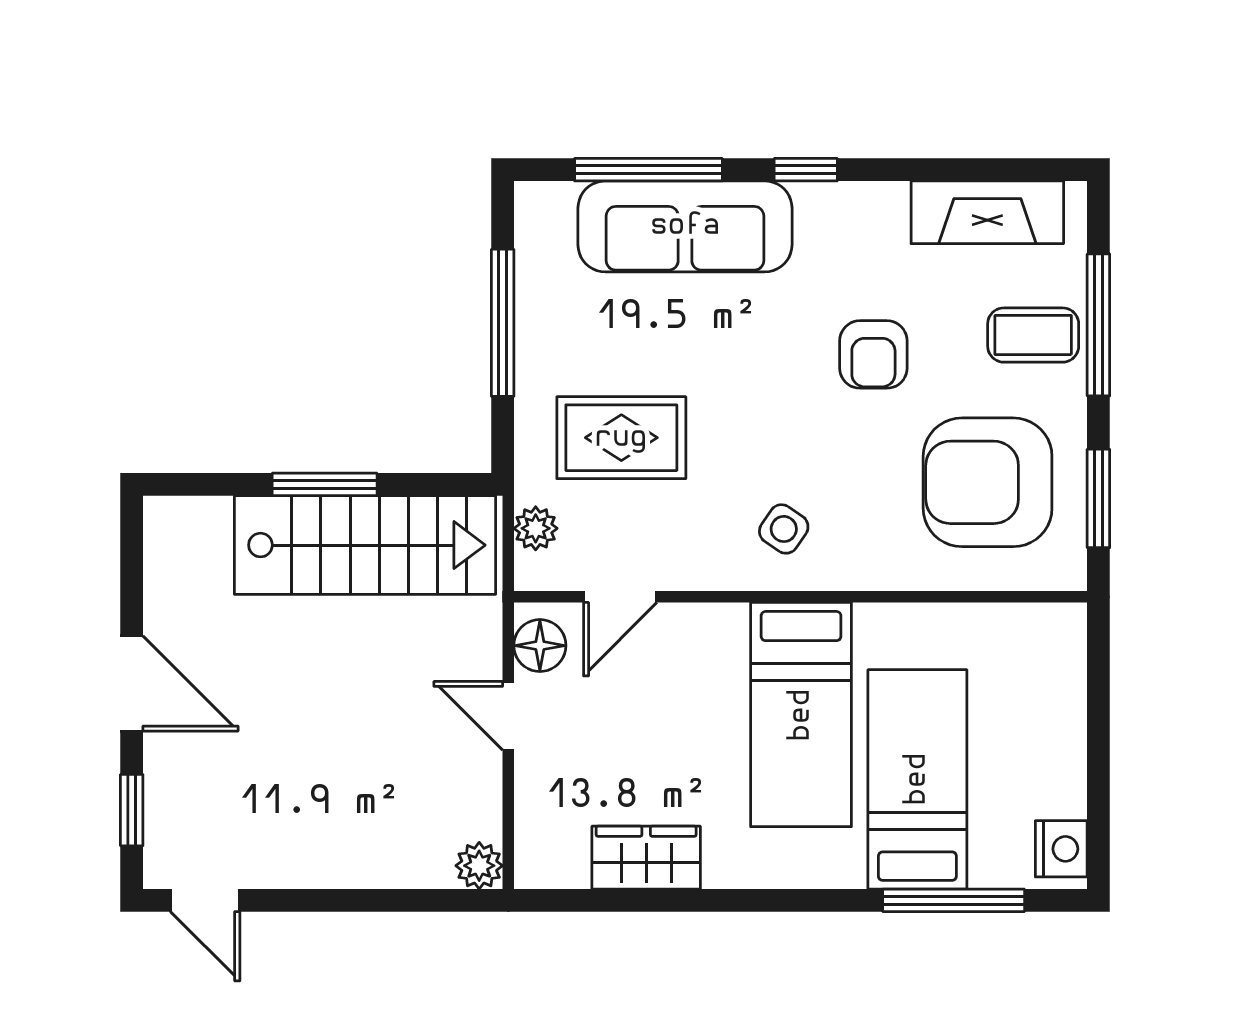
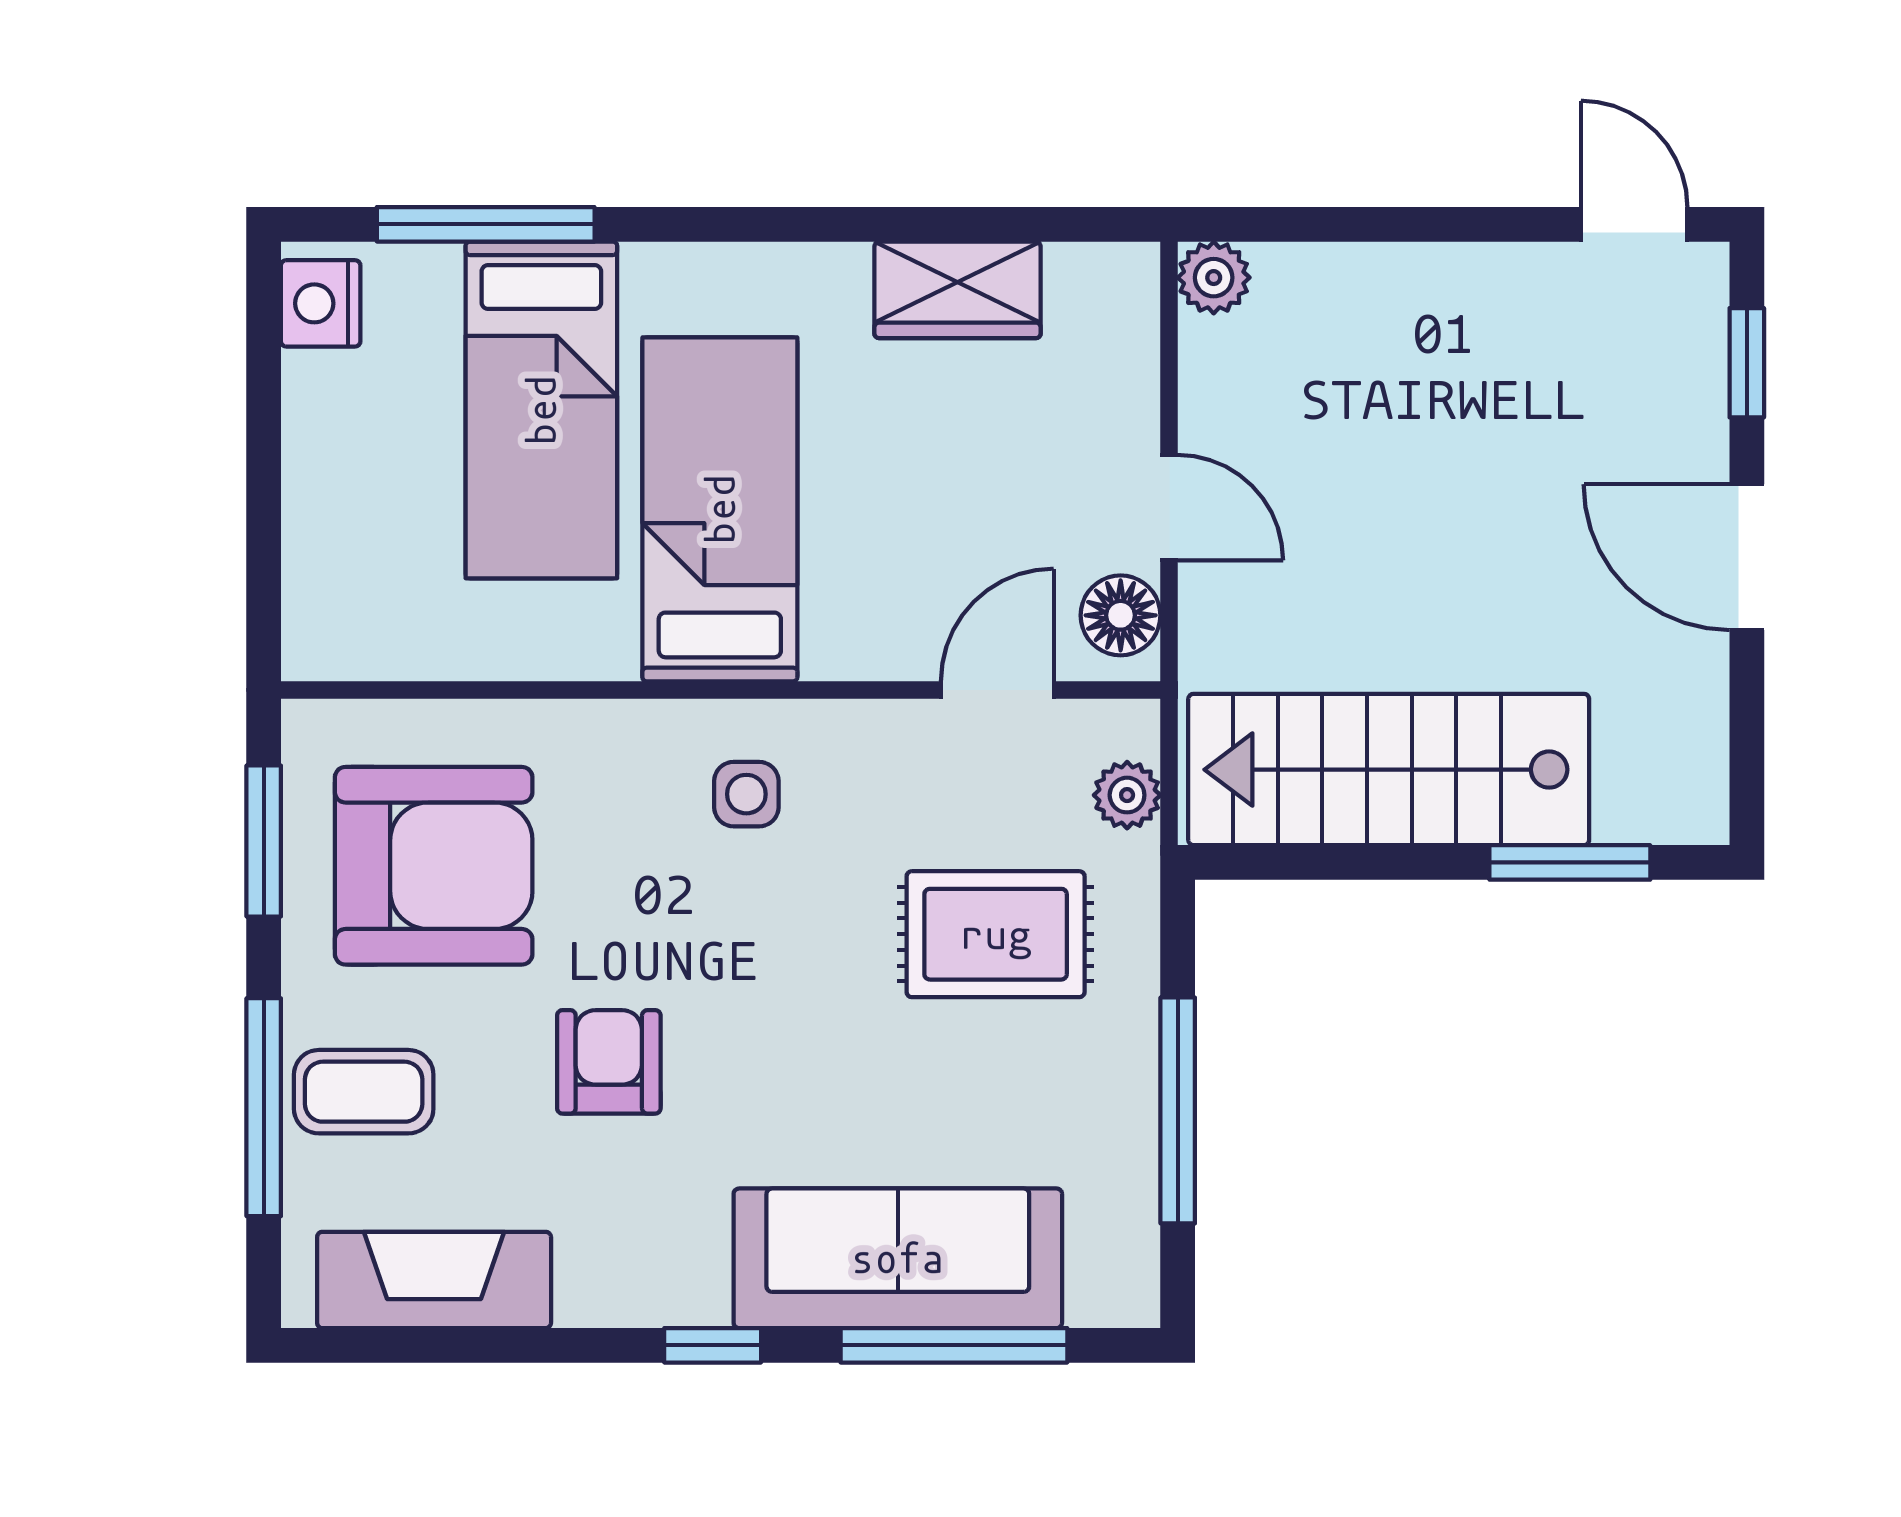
window: (325, 484) -> (1570, 862), moved
side table: (784, 529) -> (746, 794), turned -34

